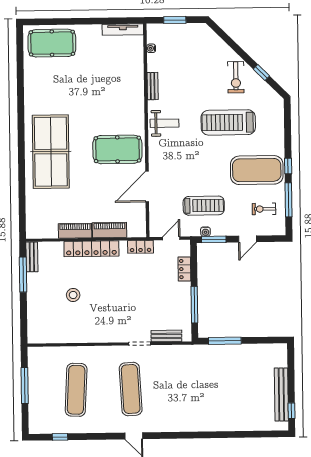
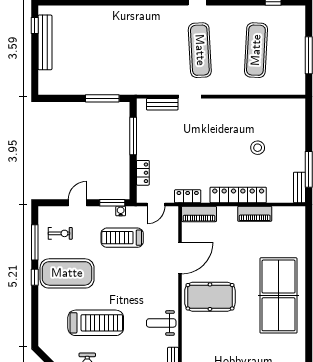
piano: (110, 230) -> (199, 214), moved

